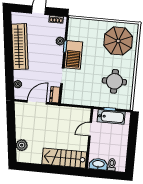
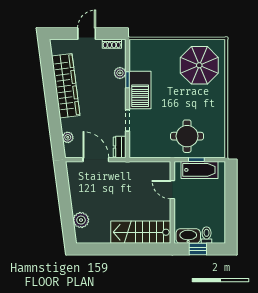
round table: (114, 81) -> (187, 136), moved
door: (37, 102) -> (96, 160), hinge flipped
door: (90, 129) -> (172, 190), hinge flipped
window: (104, 174) -> (198, 249), added

